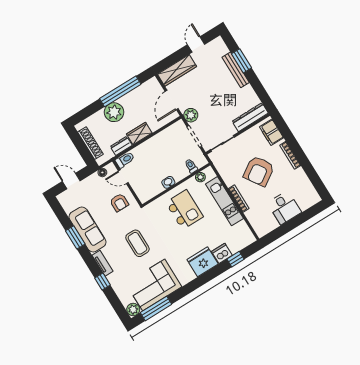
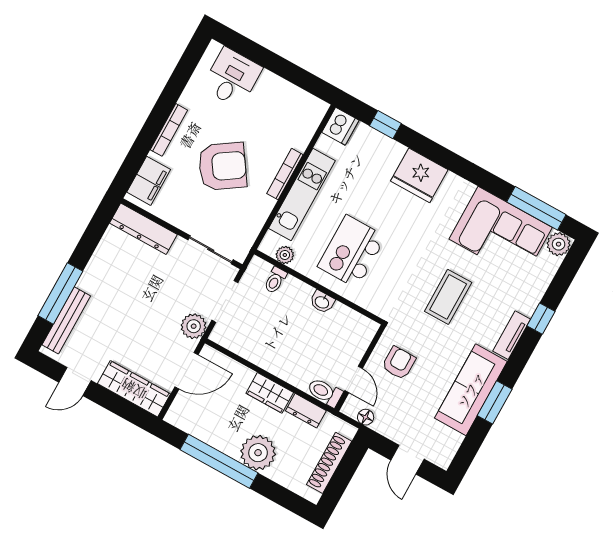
window: (242, 61) -> (60, 293), width x1.44
bench: (236, 70) -> (66, 320), moved
desk: (284, 208) -> (232, 78), moved
dishwasher: (222, 253) -> (340, 126), moved, turned -90

